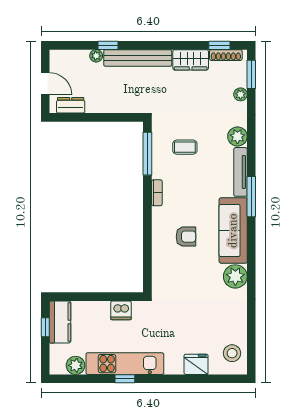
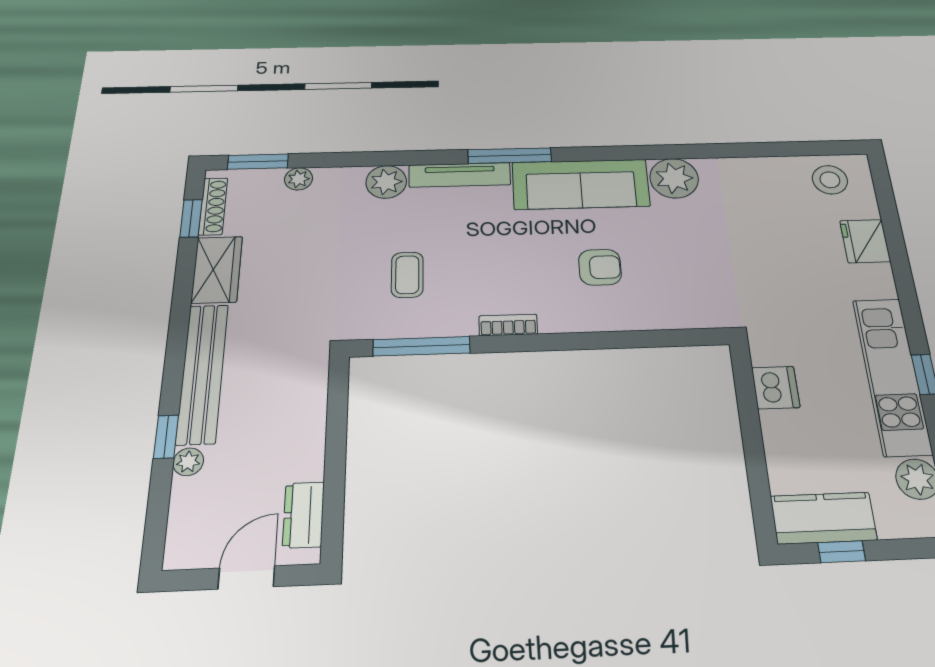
armchair: (186, 237) -> (600, 267), turned 90

